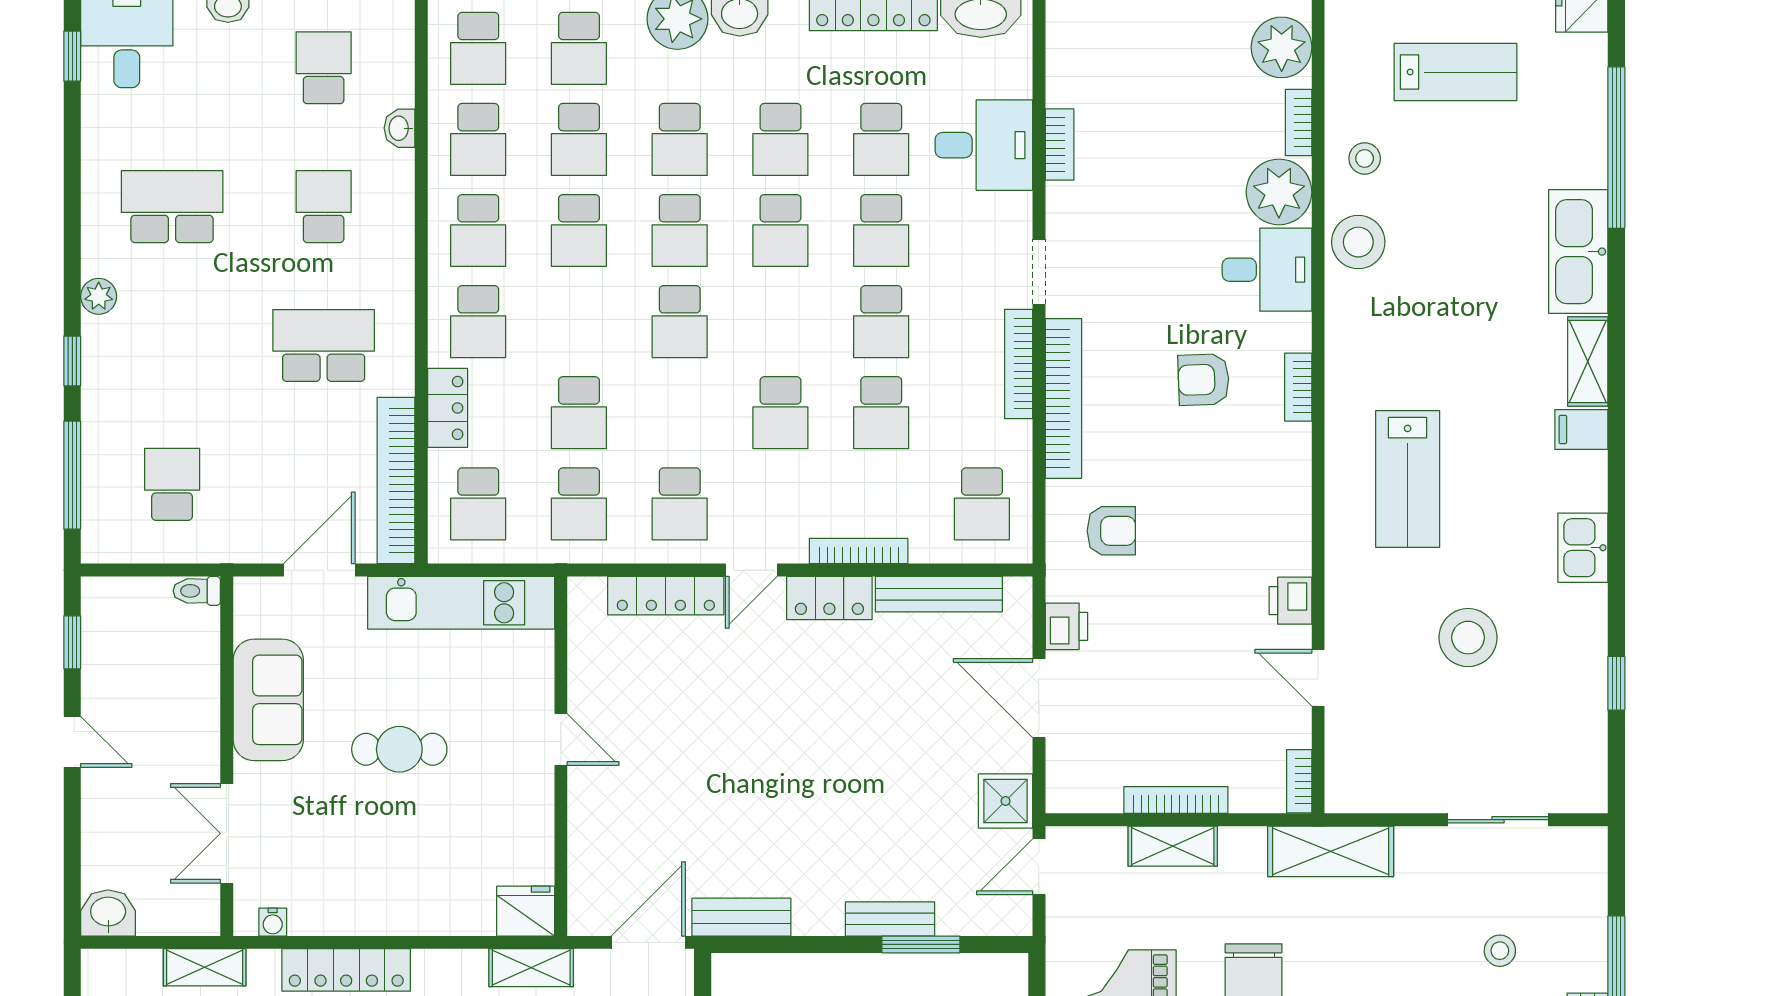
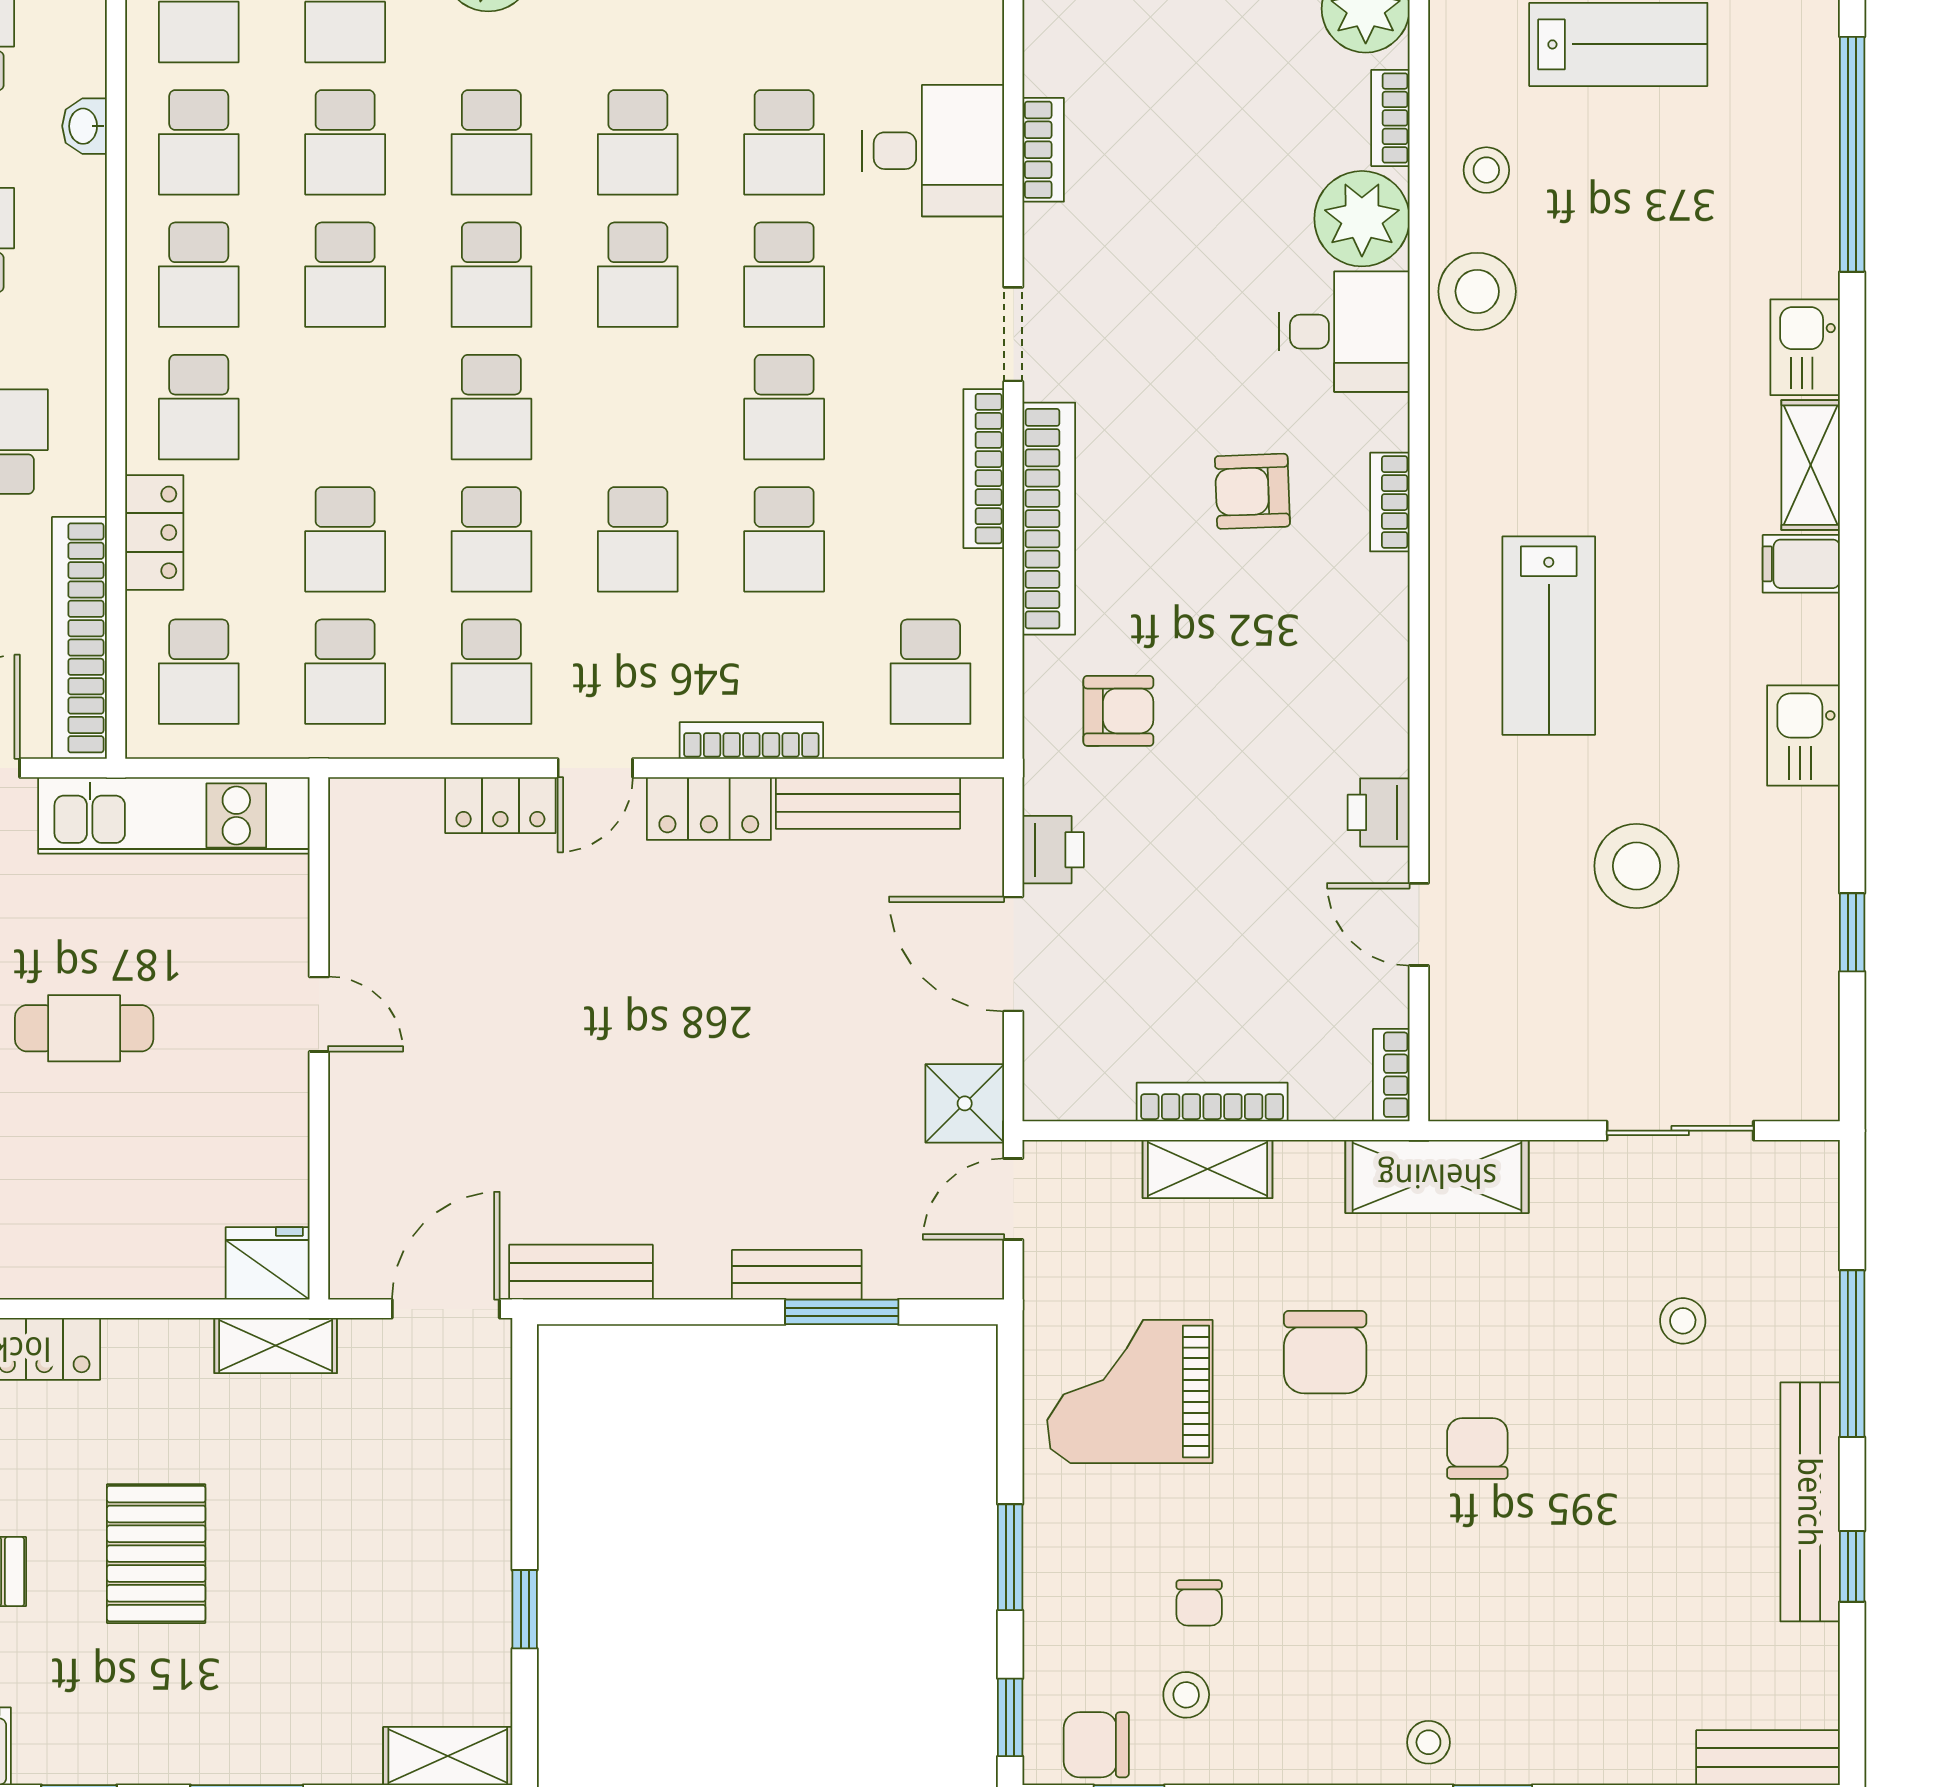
kitchen sink: (1578, 252) -> (1805, 347), width x0.53, depth x0.81
school desk: (680, 413) -> (491, 539), added
locker: (666, 596) -> (500, 805), width x0.66

